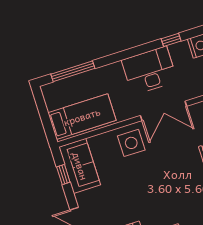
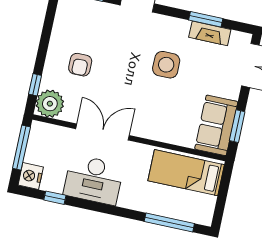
side table: (131, 143) -> (166, 65), moved
window: (63, 174) -> (237, 126), width x1.50

